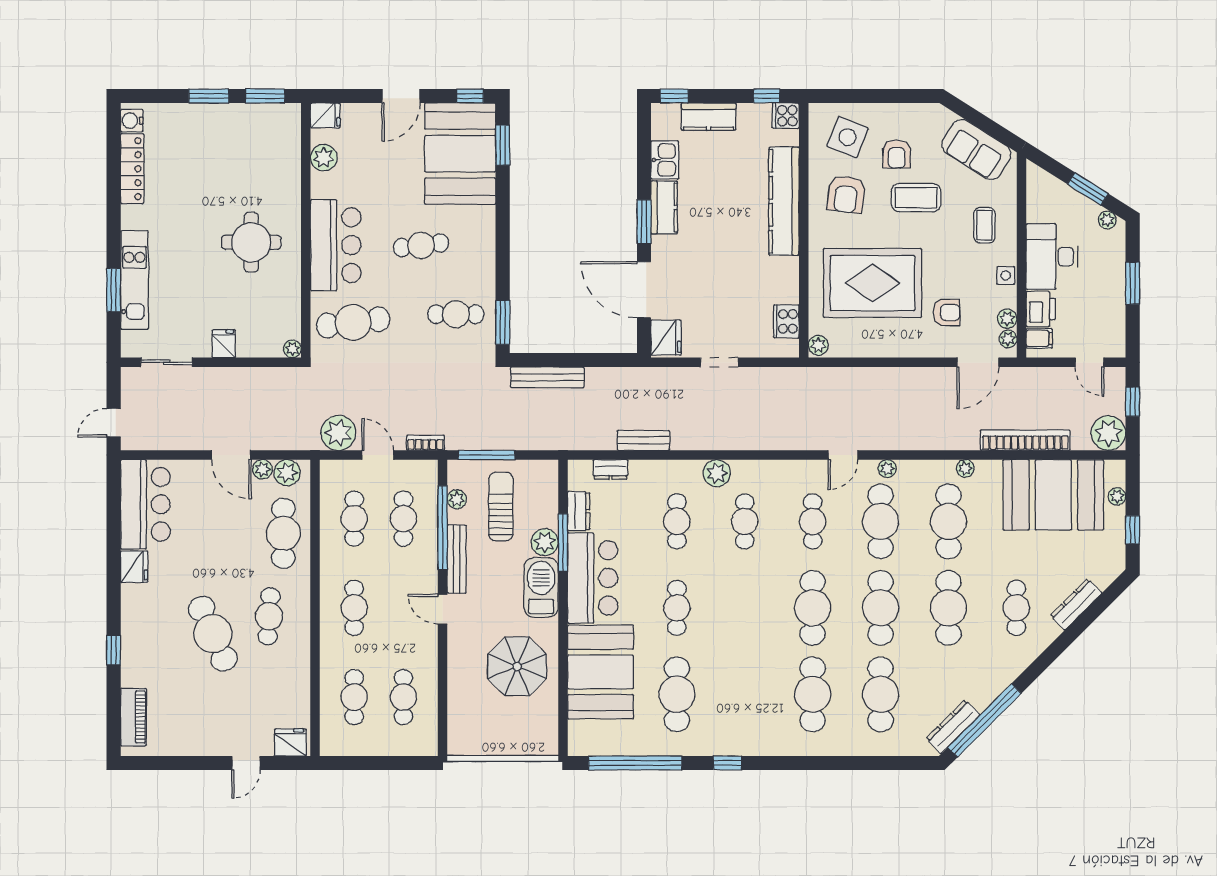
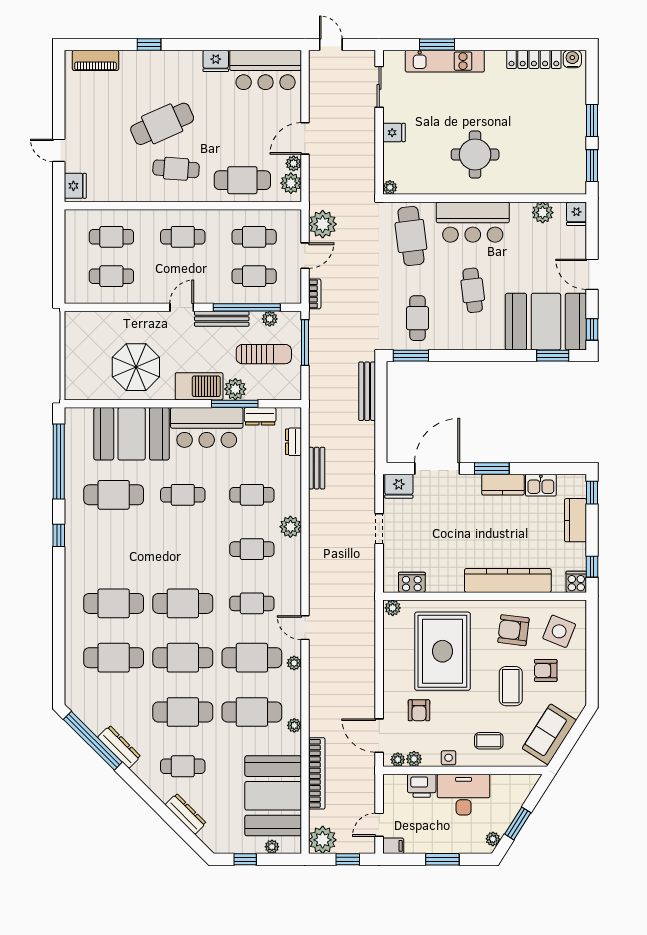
filing cabinet: (1039, 338) -> (393, 846), moved, turned -90
dresser: (953, 727) -> (119, 747), moved

